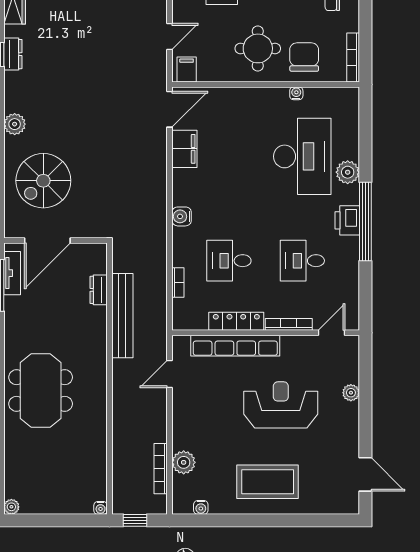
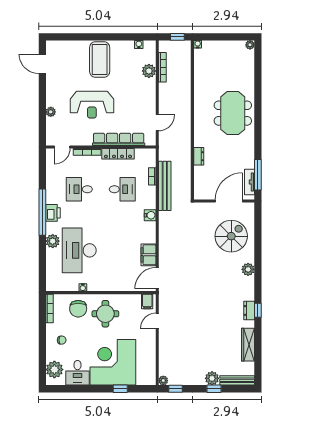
desk: (302, 261) -> (79, 189), turned 180
dresser: (99, 290) -> (199, 156), moved
bench: (122, 316) -> (165, 186), moved
coffee table: (268, 482) -> (100, 60), turned 90

